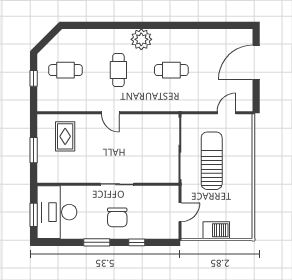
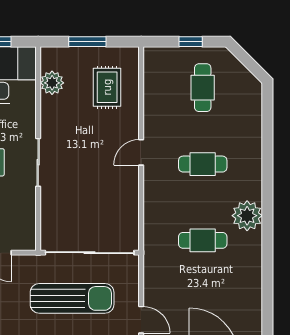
plant: (141, 39) -> (247, 216), moved
cafe table: (171, 70) -> (203, 240), turned 90
rug: (65, 136) -> (107, 87), turned 90
plant: (62, 175) -> (52, 83), added

